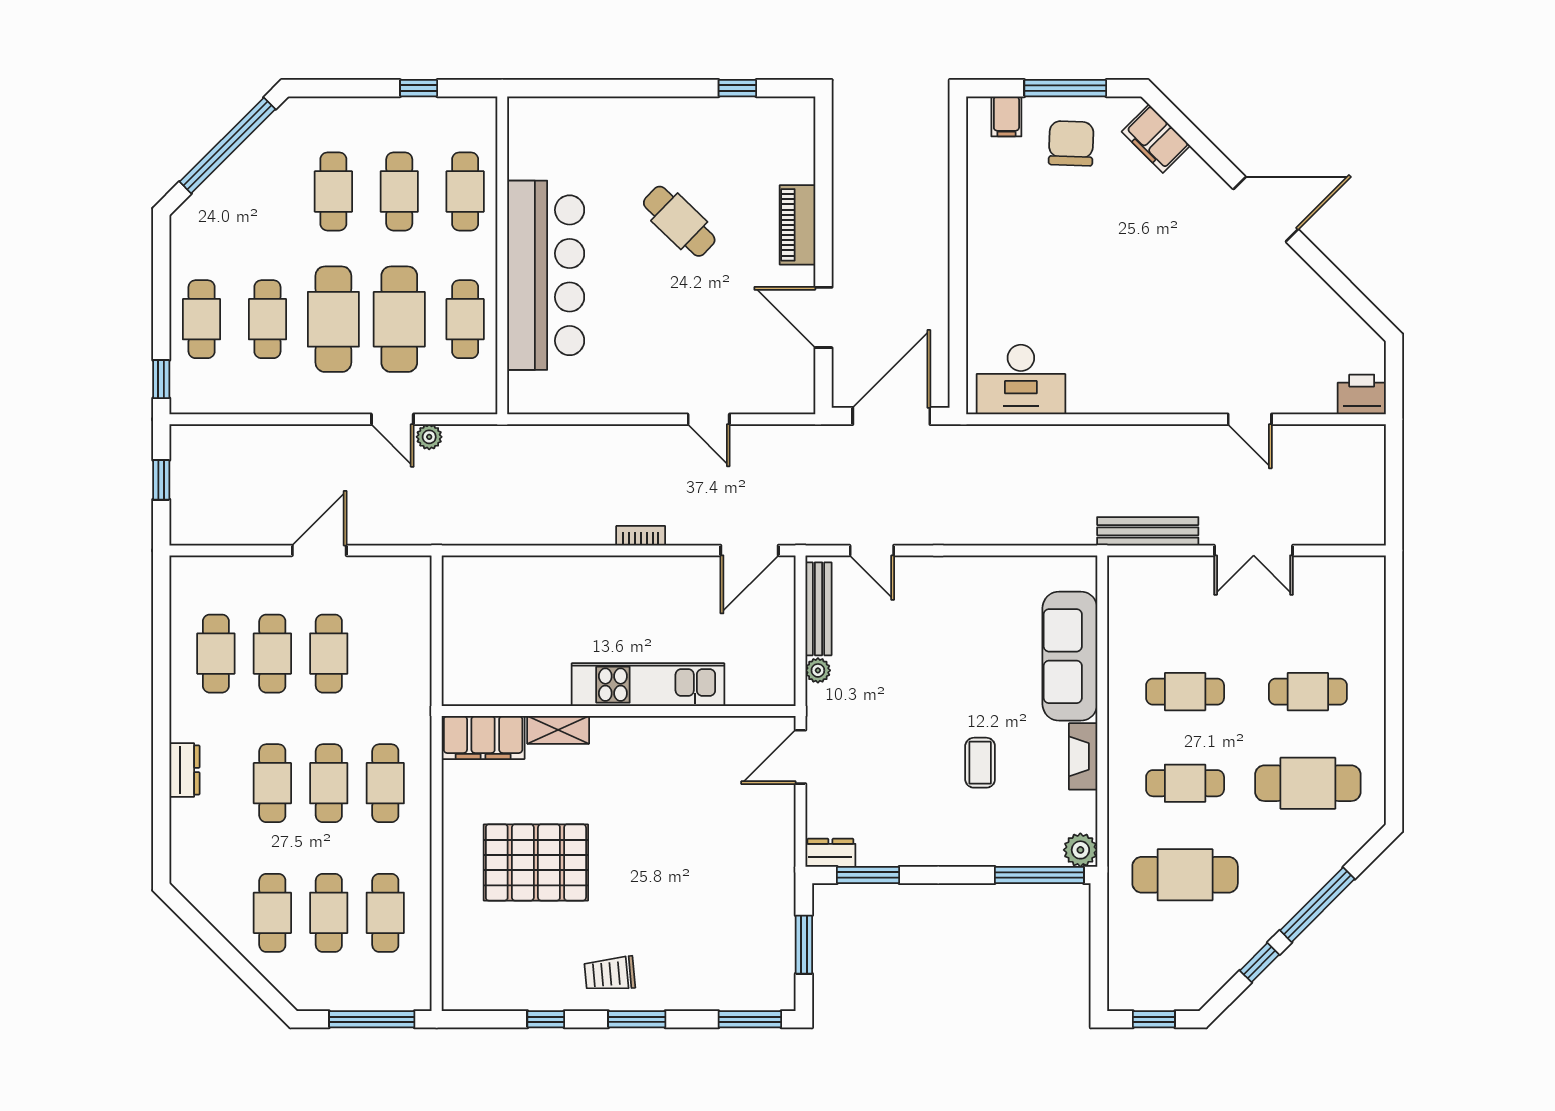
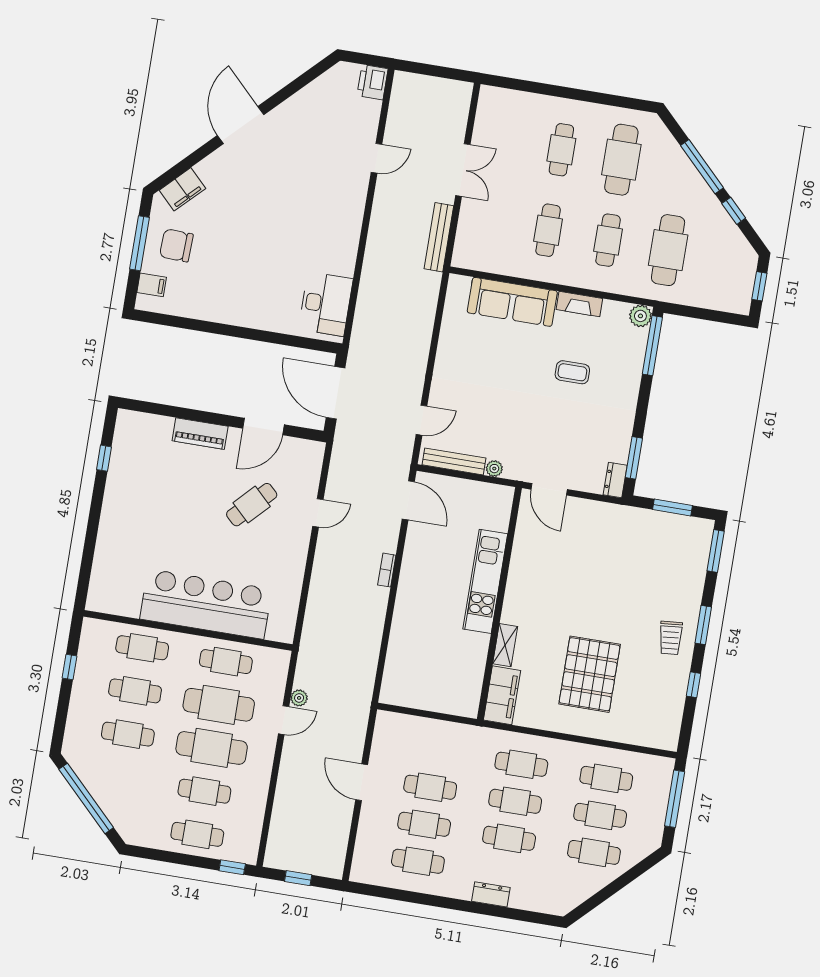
cafe table: (679, 221) -> (252, 505), moved

